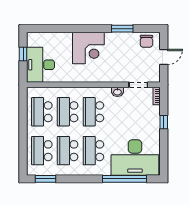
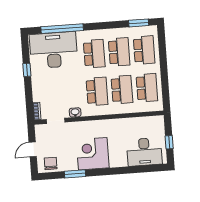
corner desk: (88, 48) -> (93, 154), moved
desk: (40, 65) -> (144, 152), moved, turned 90
window: (164, 122) -> (27, 70), moved

